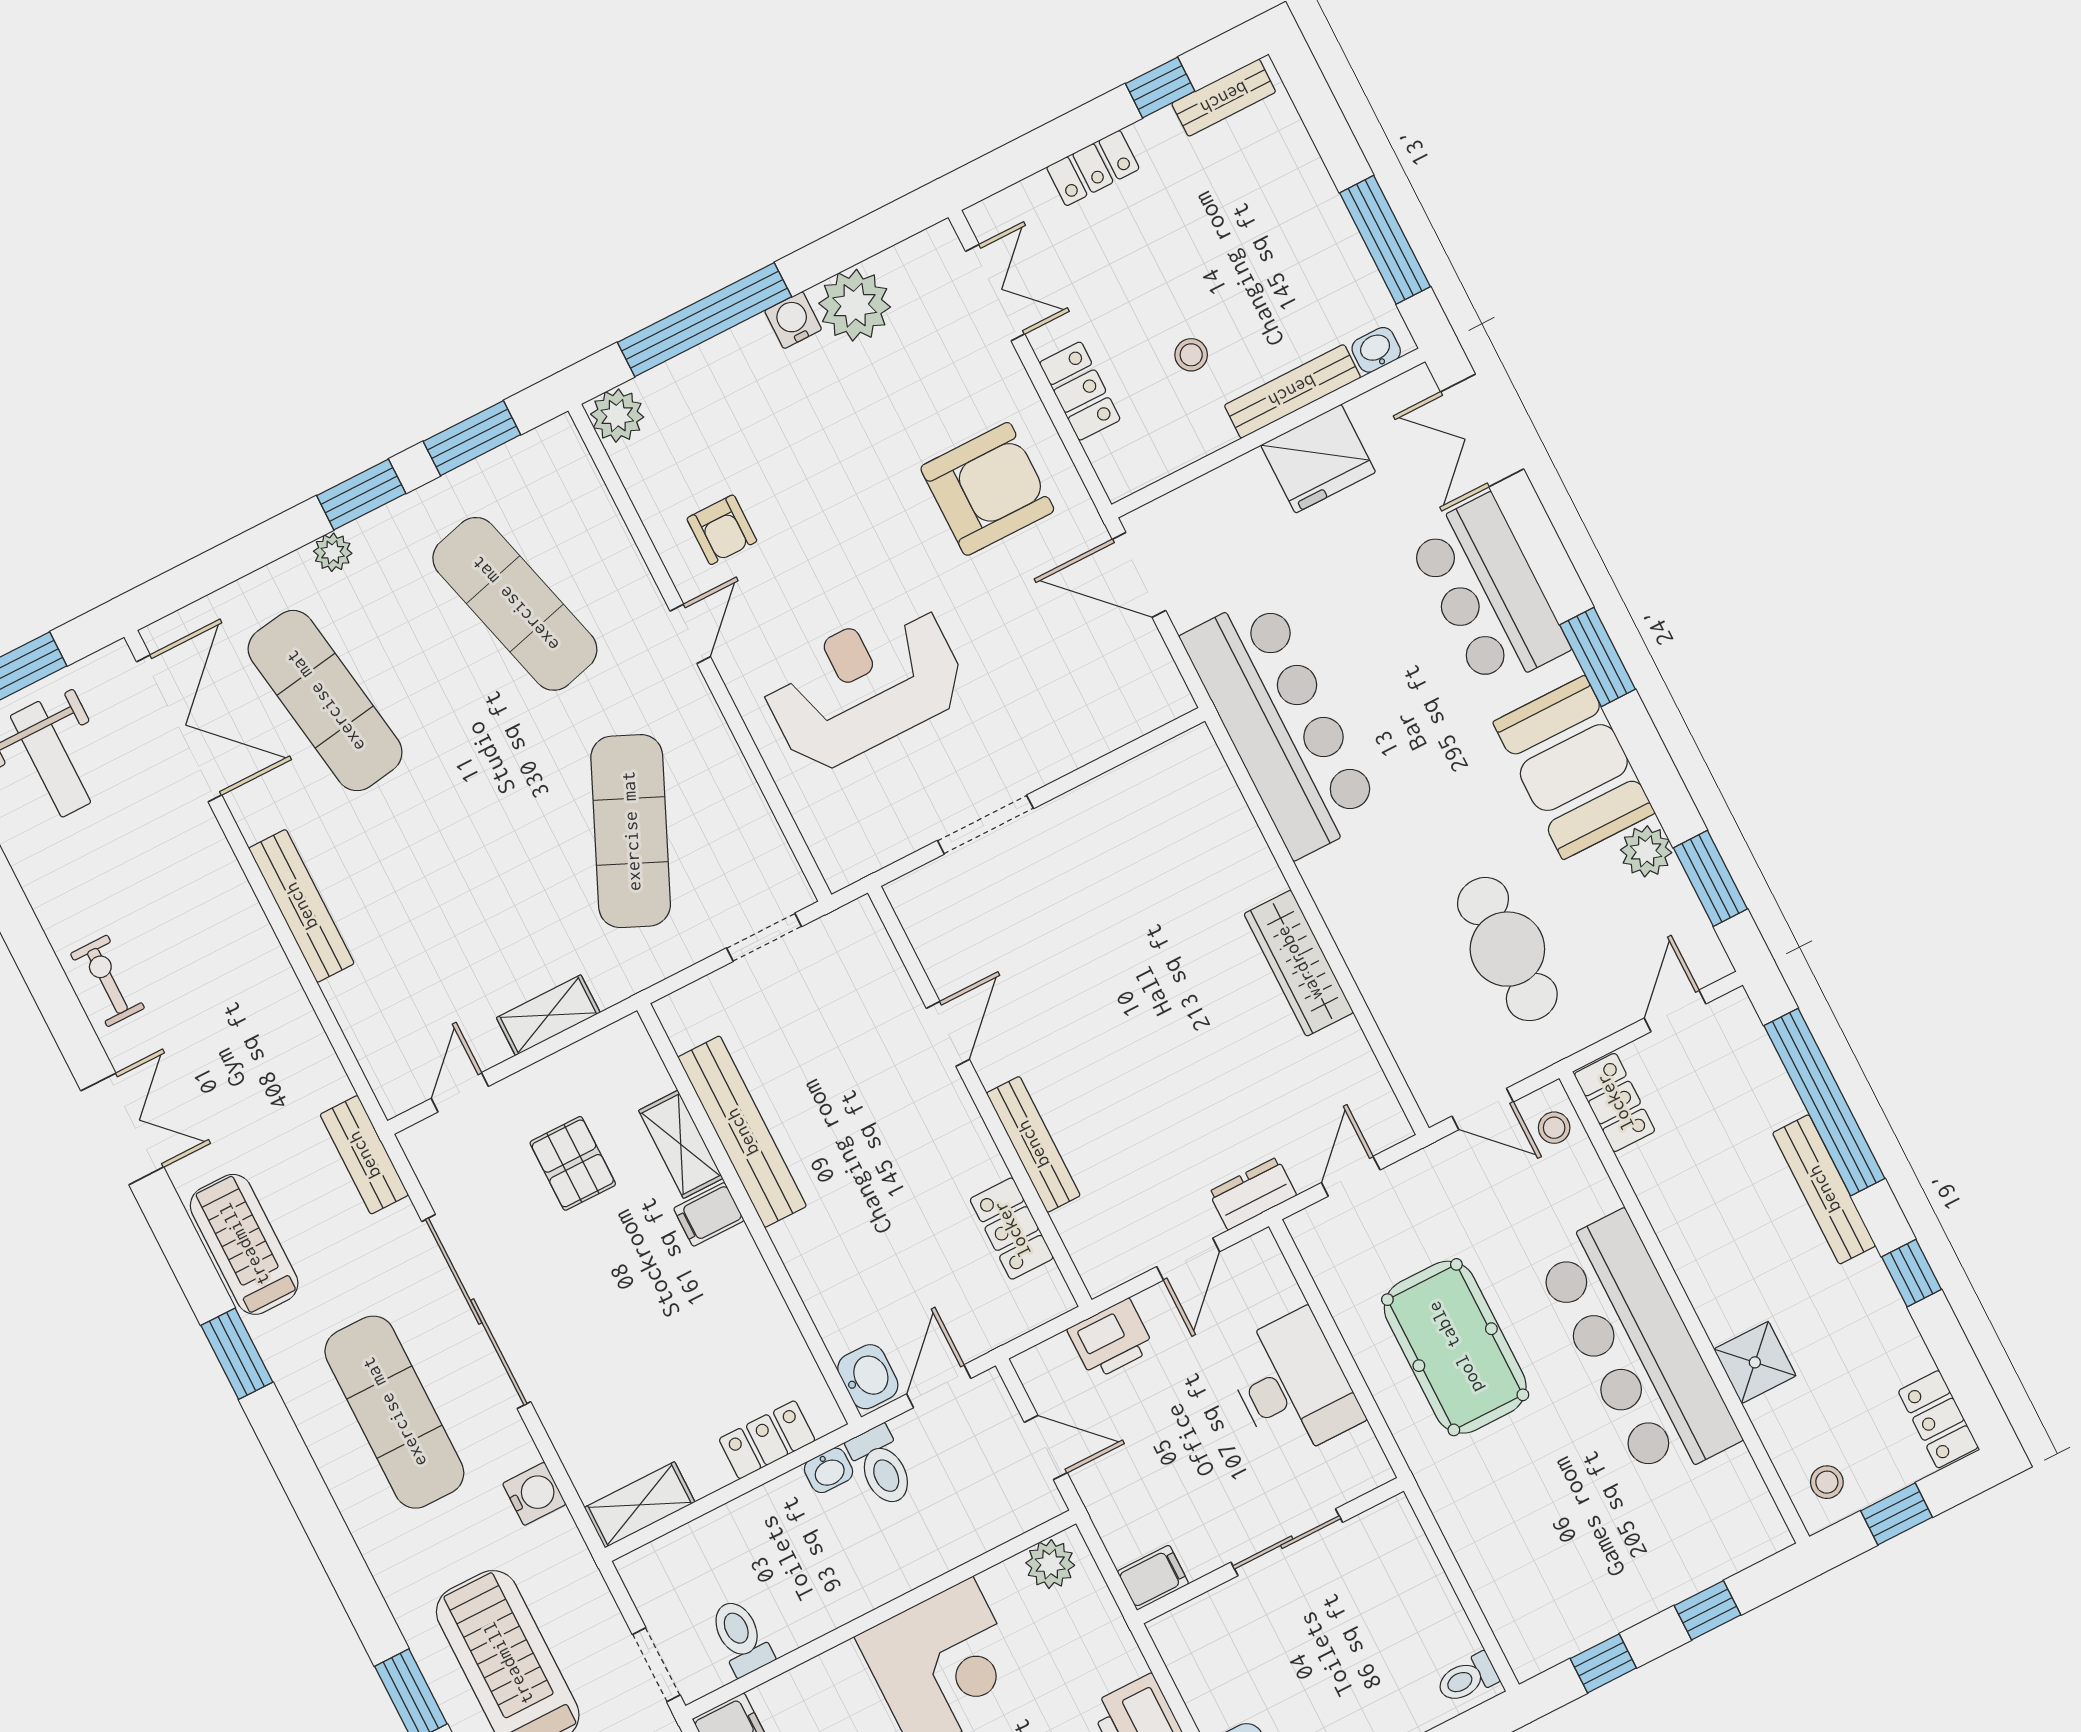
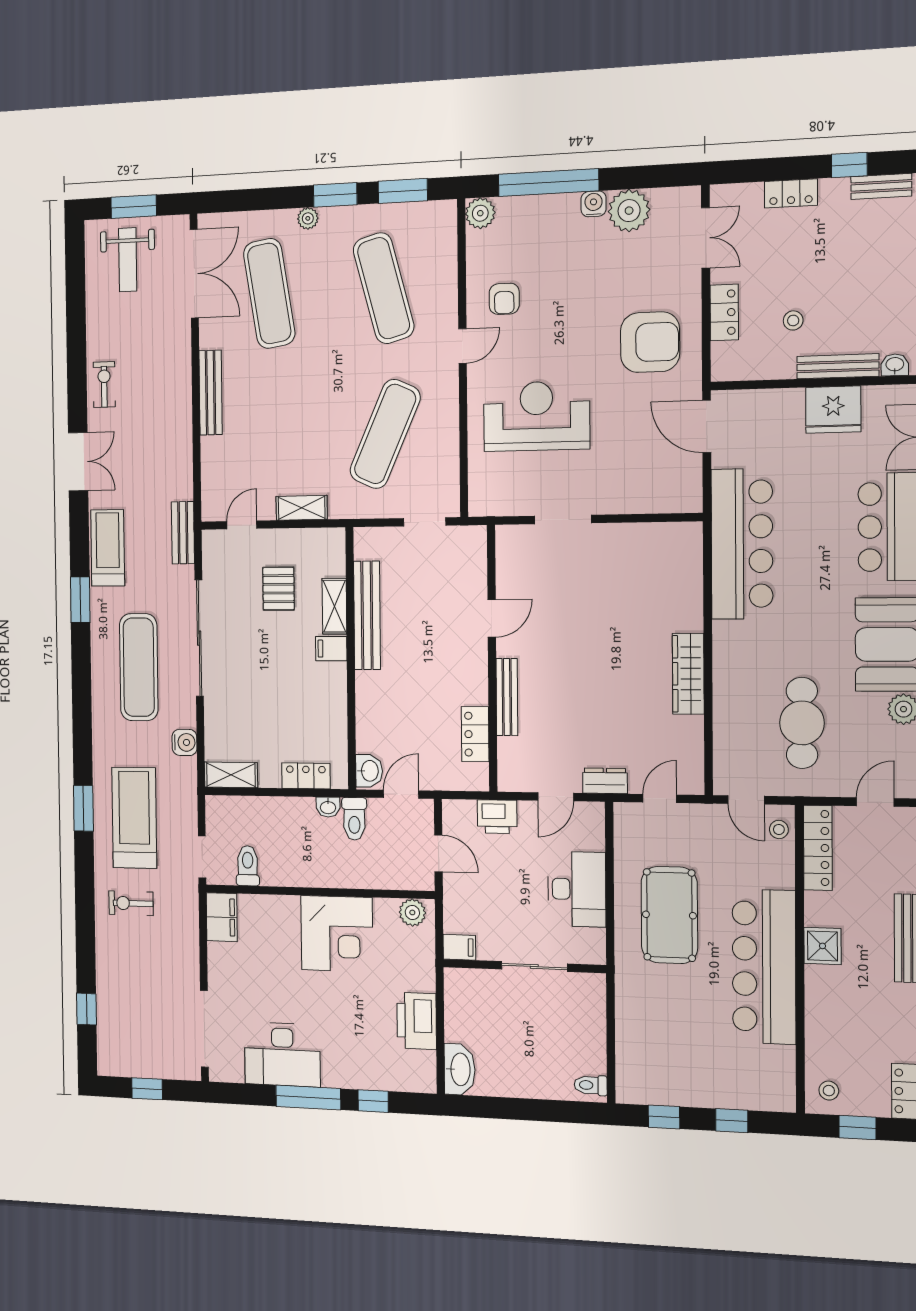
locker: (1615, 1102) -> (818, 848), width x1.53
shower: (1755, 1362) -> (822, 946), moved

